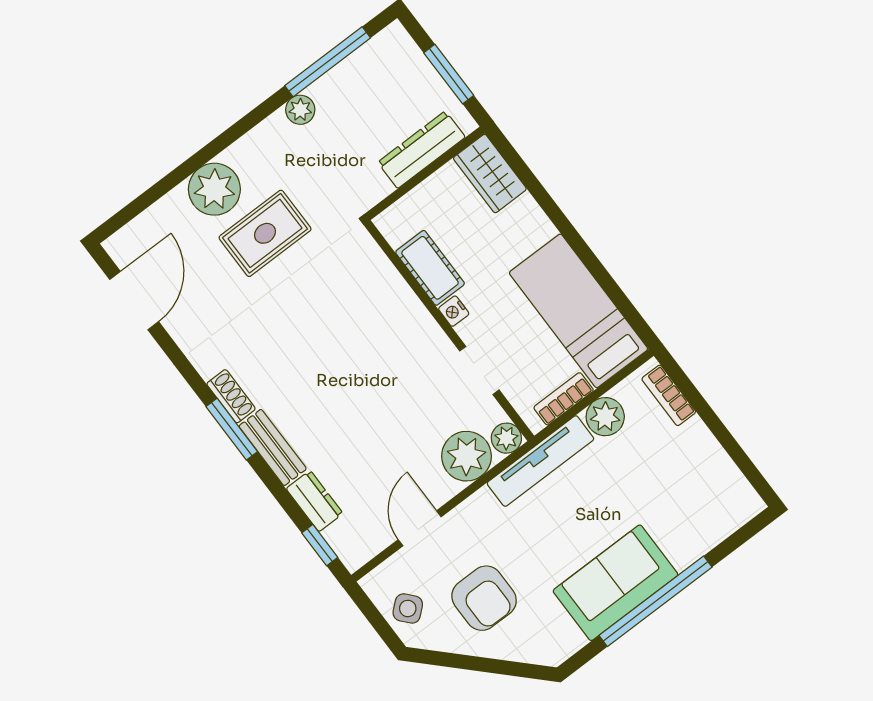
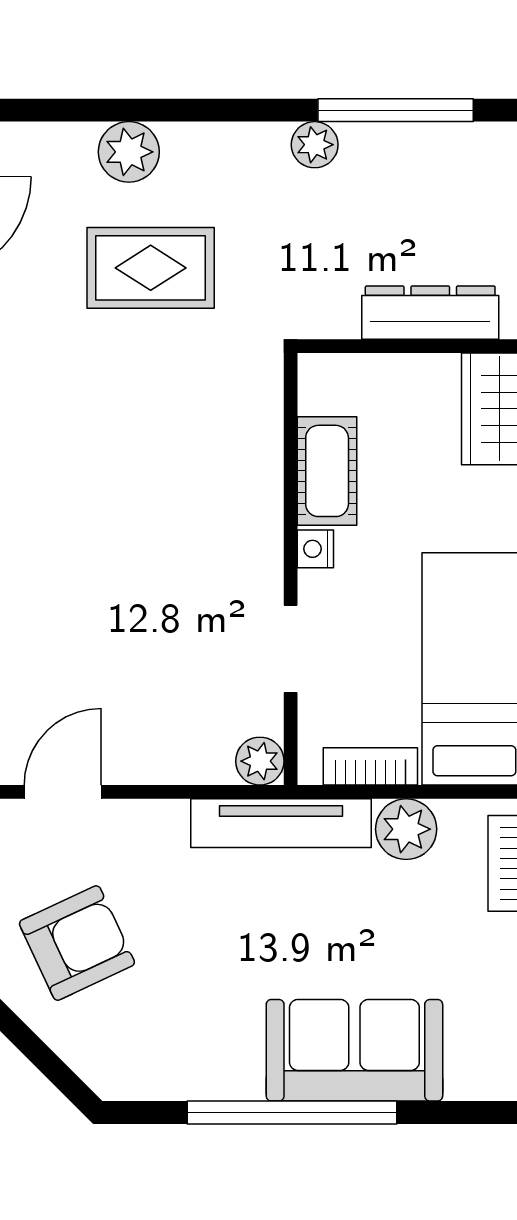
plant: (214, 189) -> (129, 152), width x0.73, depth x0.73
plant: (466, 456) -> (192, 746), removed
sofa: (615, 583) -> (354, 1050), moved
armchair: (484, 598) -> (77, 943), turned -115

